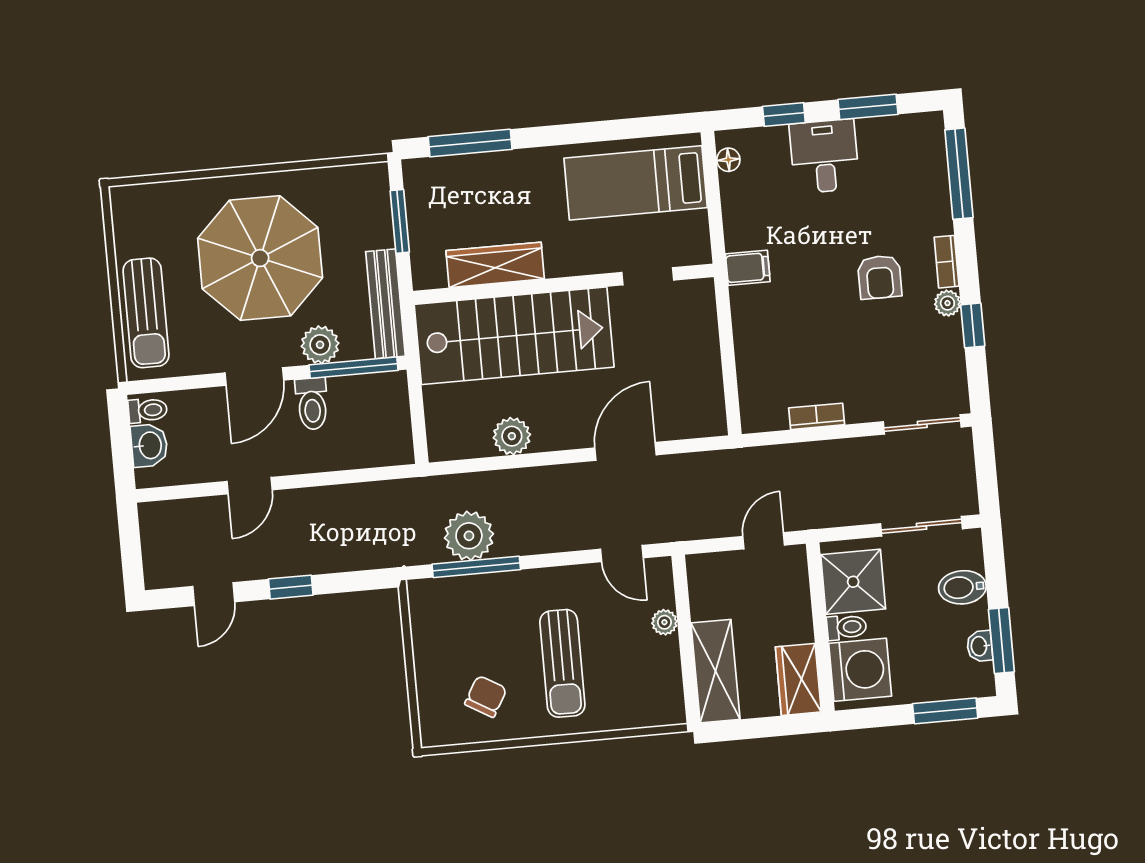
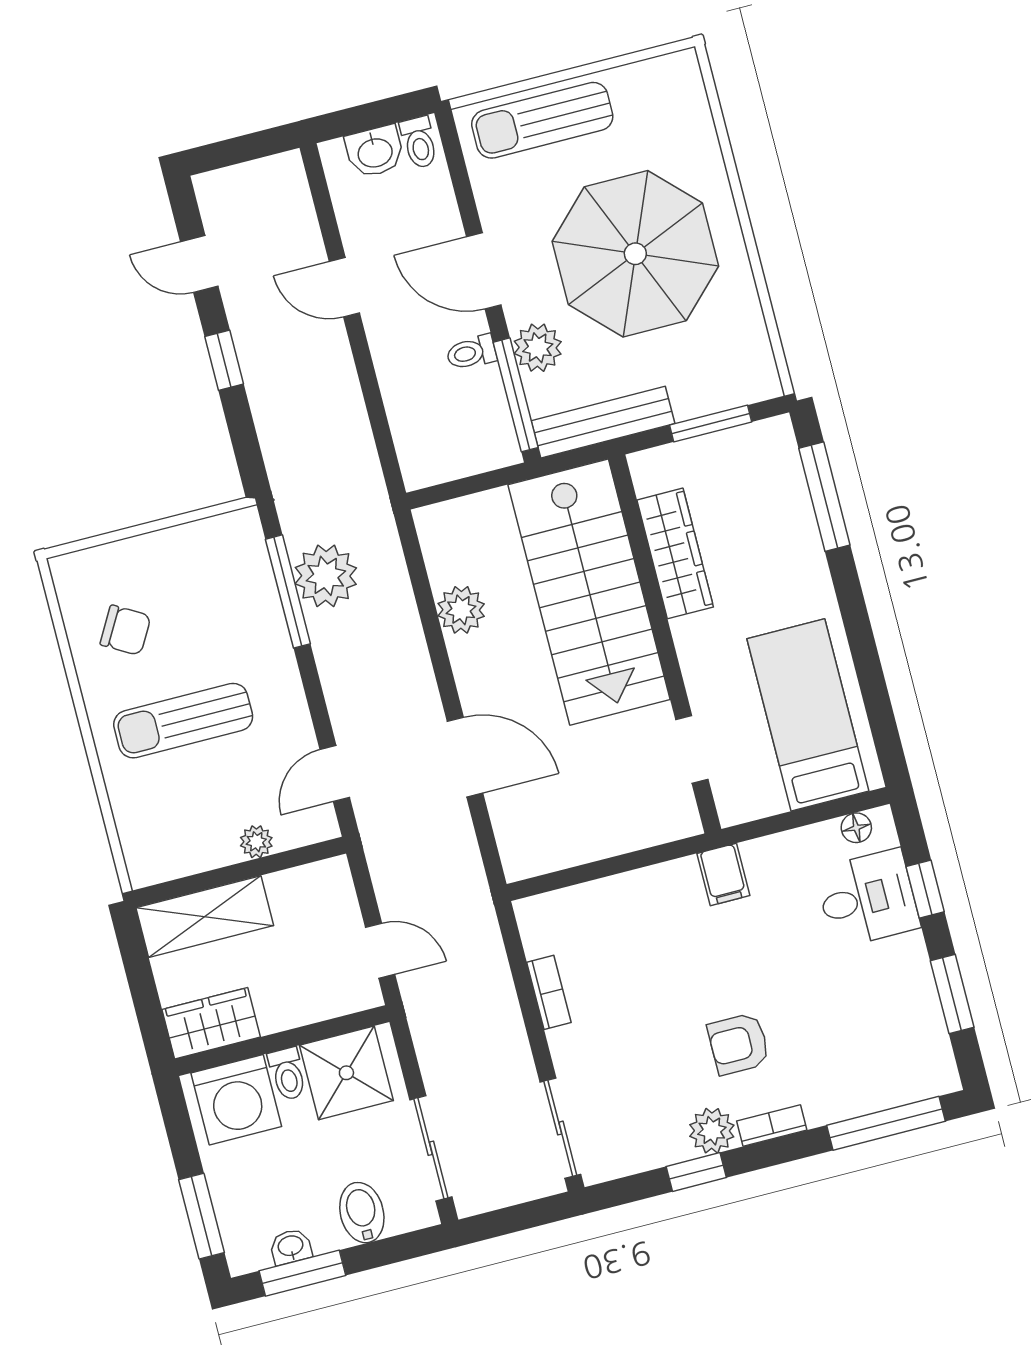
desk: (824, 156) -> (867, 898), moved
plant: (947, 303) -> (712, 1131), width x1.38, depth x1.38
toilet: (312, 404) -> (471, 353), width x0.73, depth x0.72

